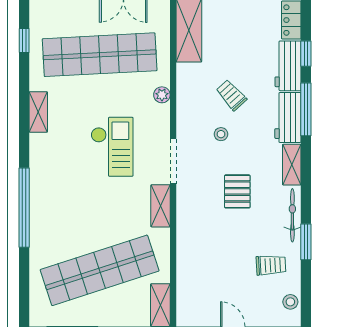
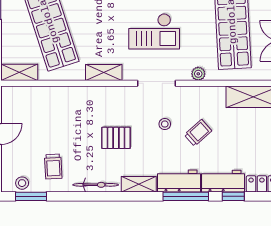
doorway: (173, 161) -> (157, 83), moved
window: (306, 242) -> (31, 196), moved

